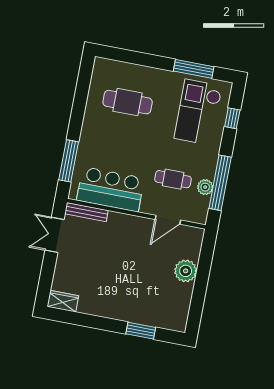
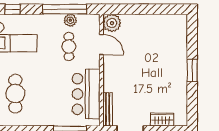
plant: (186, 271) -> (112, 23), moved
wardrobe: (63, 301) -> (162, 119), moved, turned 90
window: (141, 331) -> (192, 70), moved

